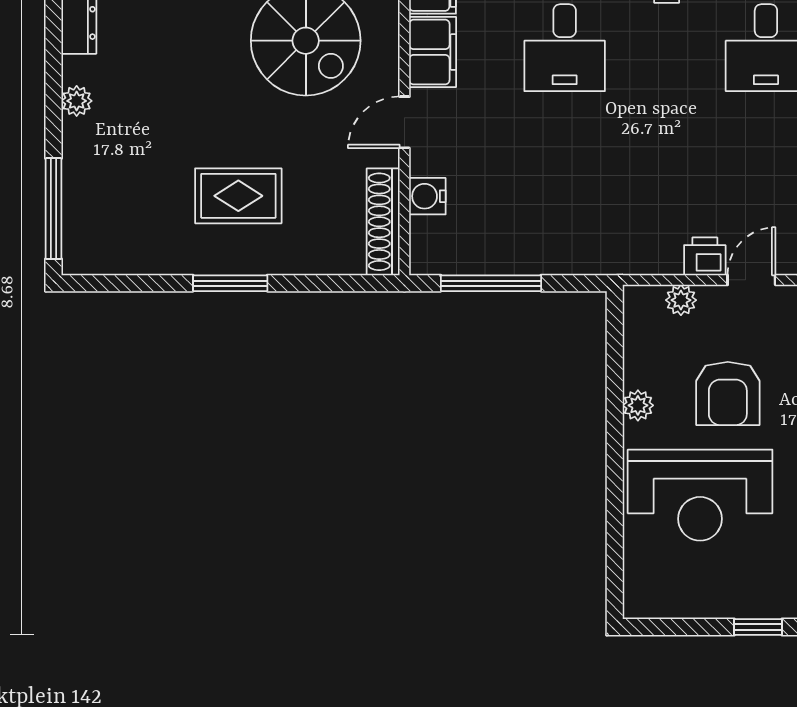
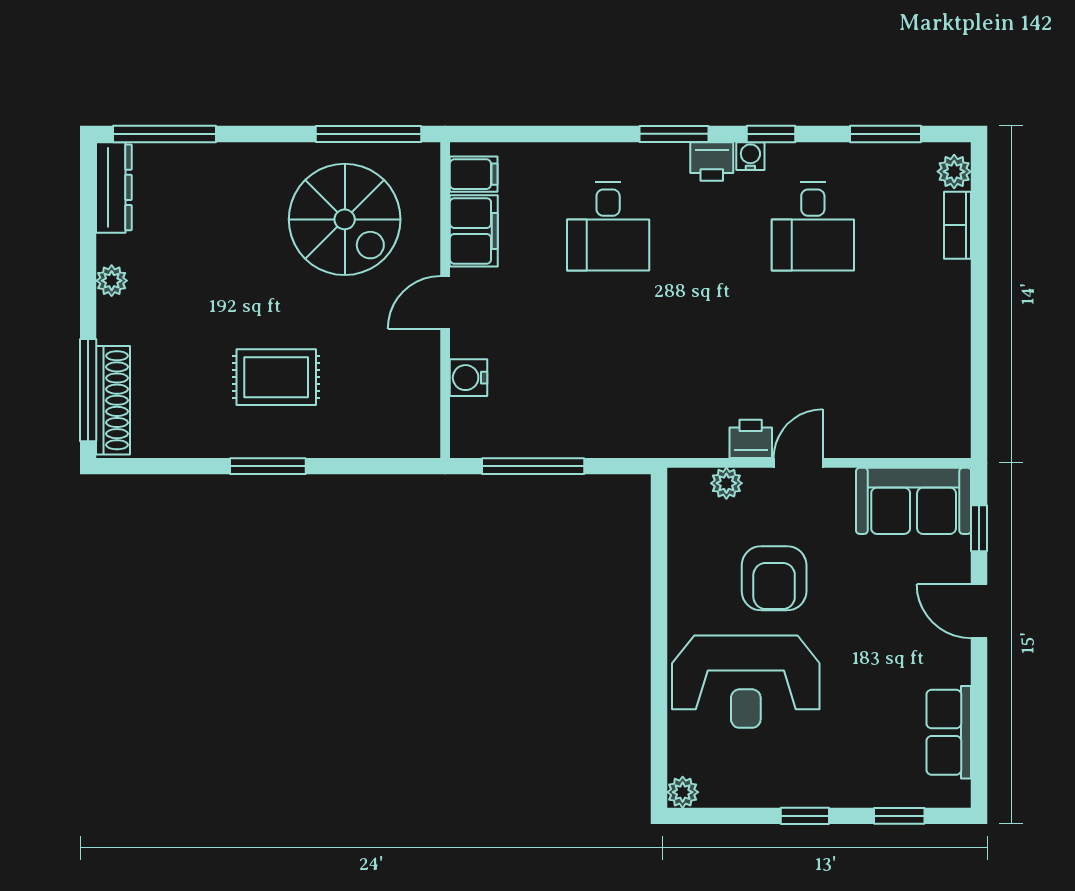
shoe rack: (383, 222) -> (113, 400), moved, turned 180
plant: (638, 405) -> (683, 792), moved

